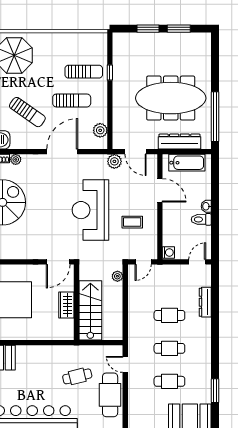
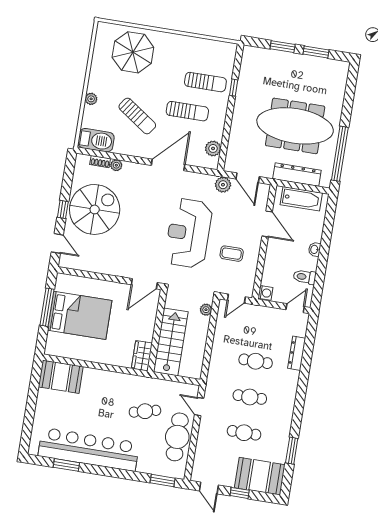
toilet: (201, 219) -> (305, 277), moved
wardrobe: (66, 305) -> (142, 356), moved

